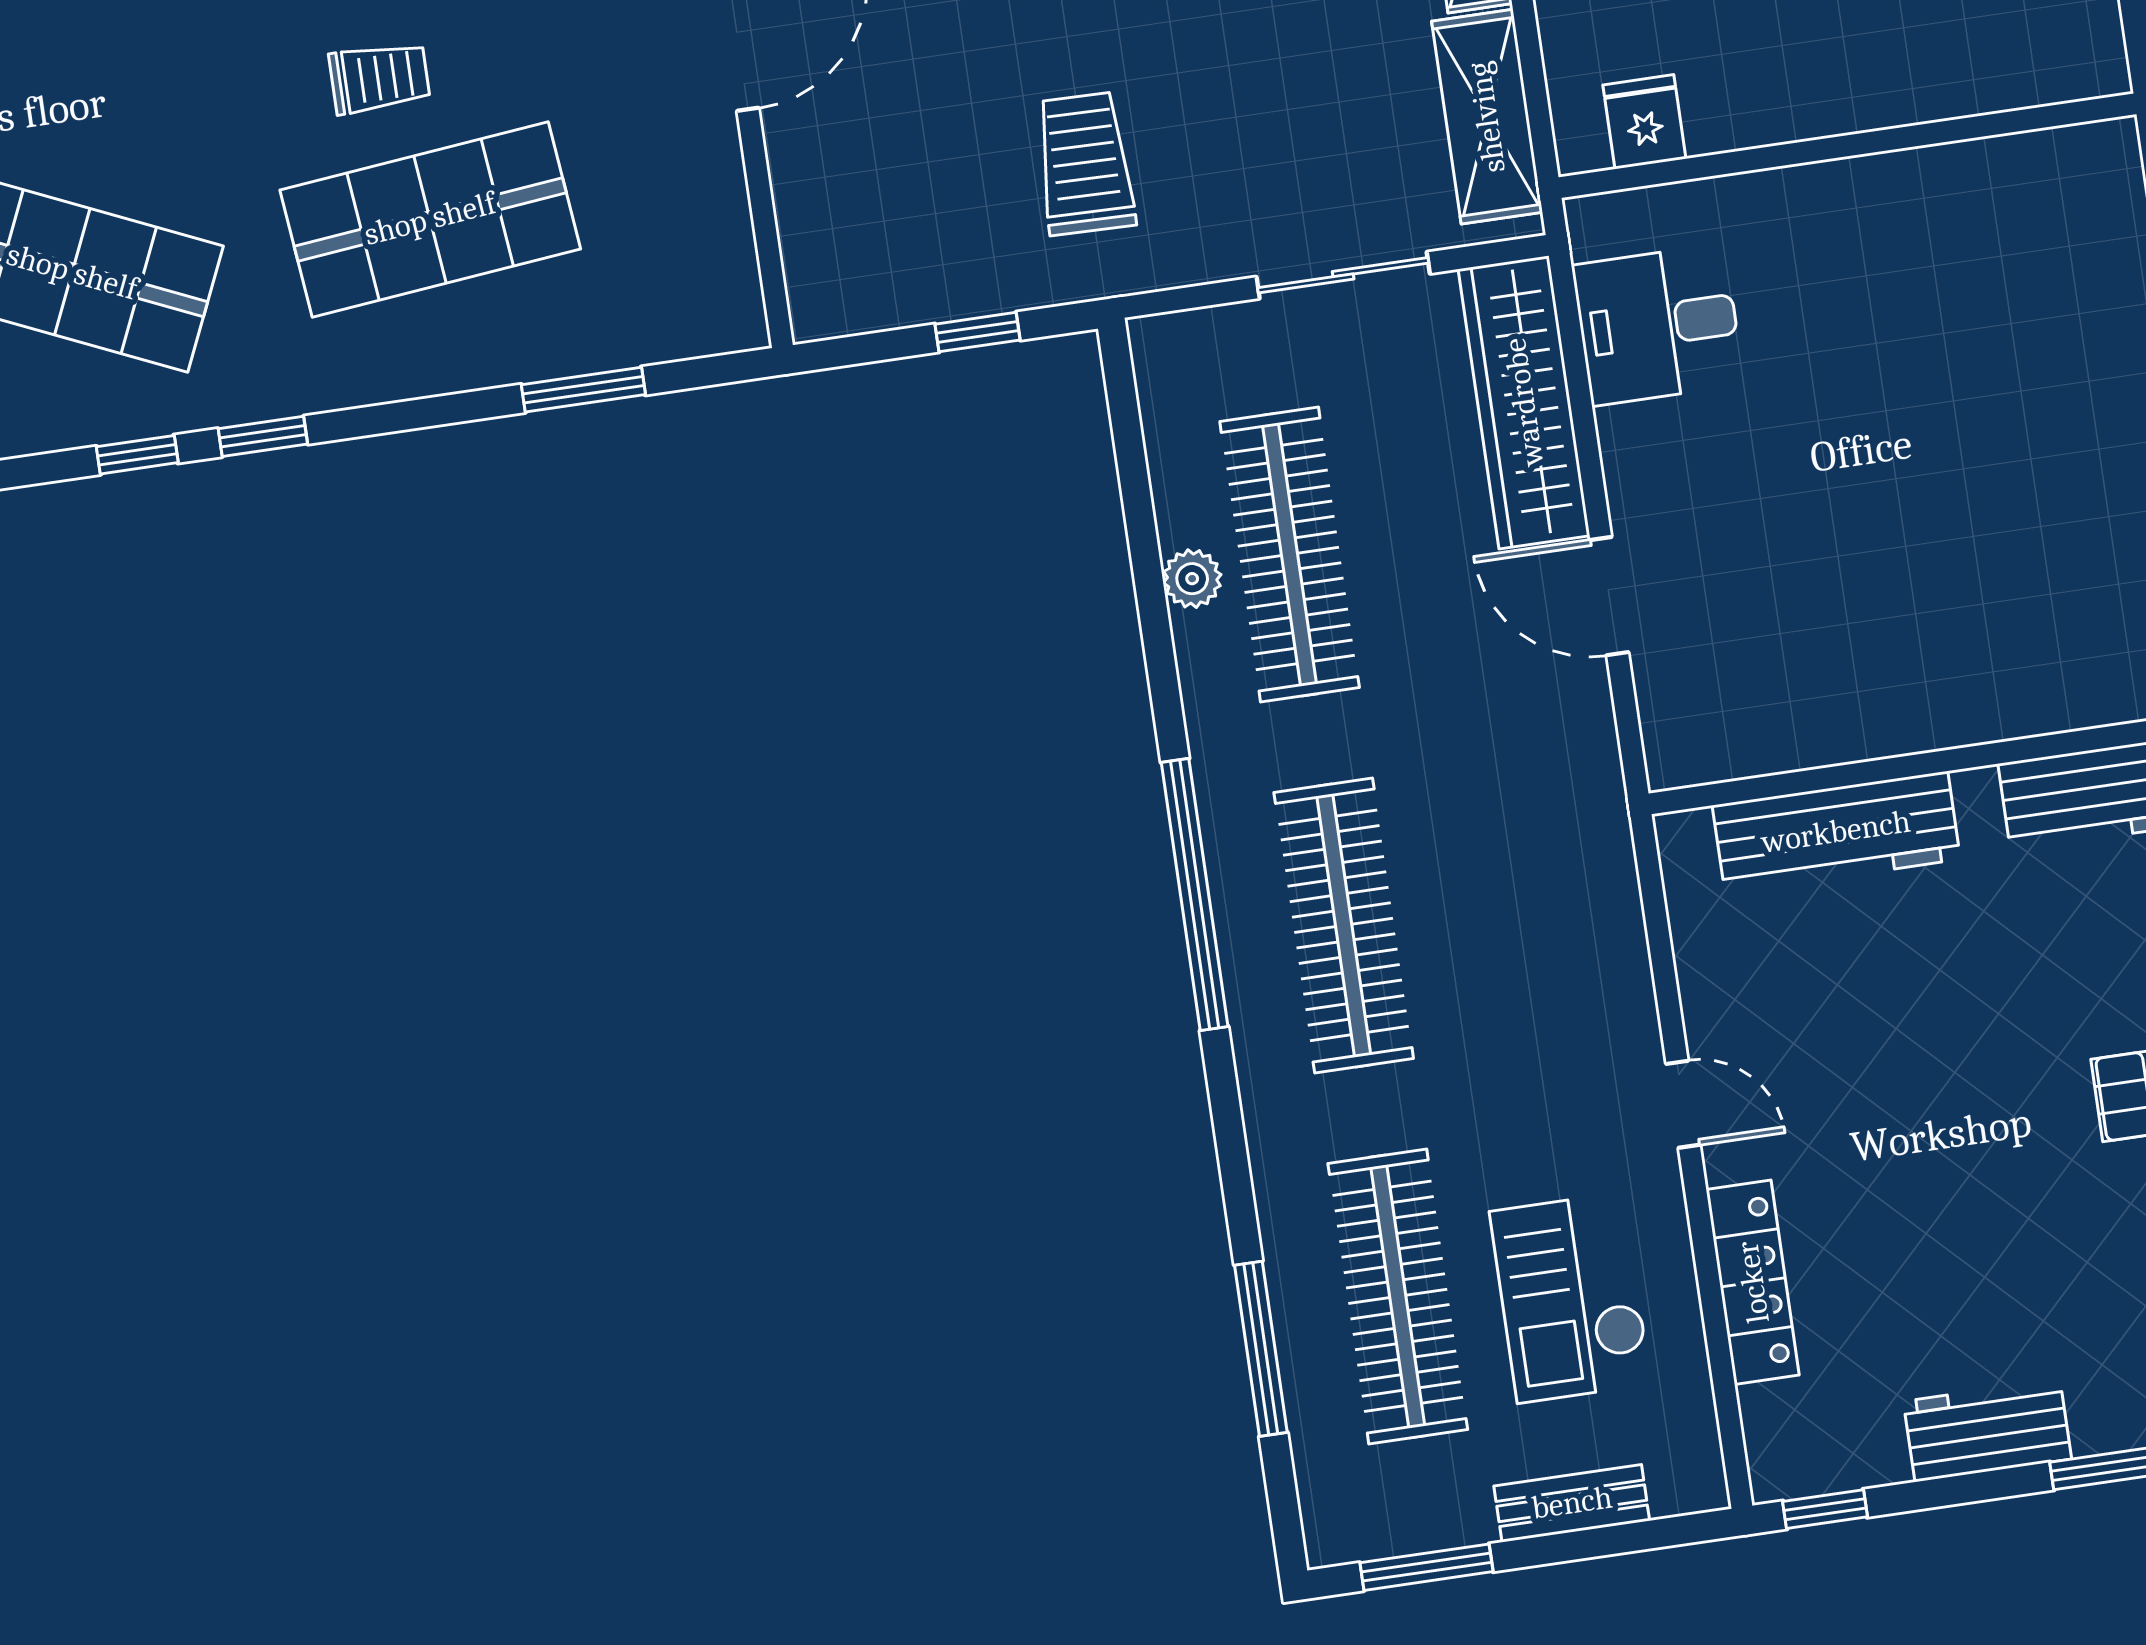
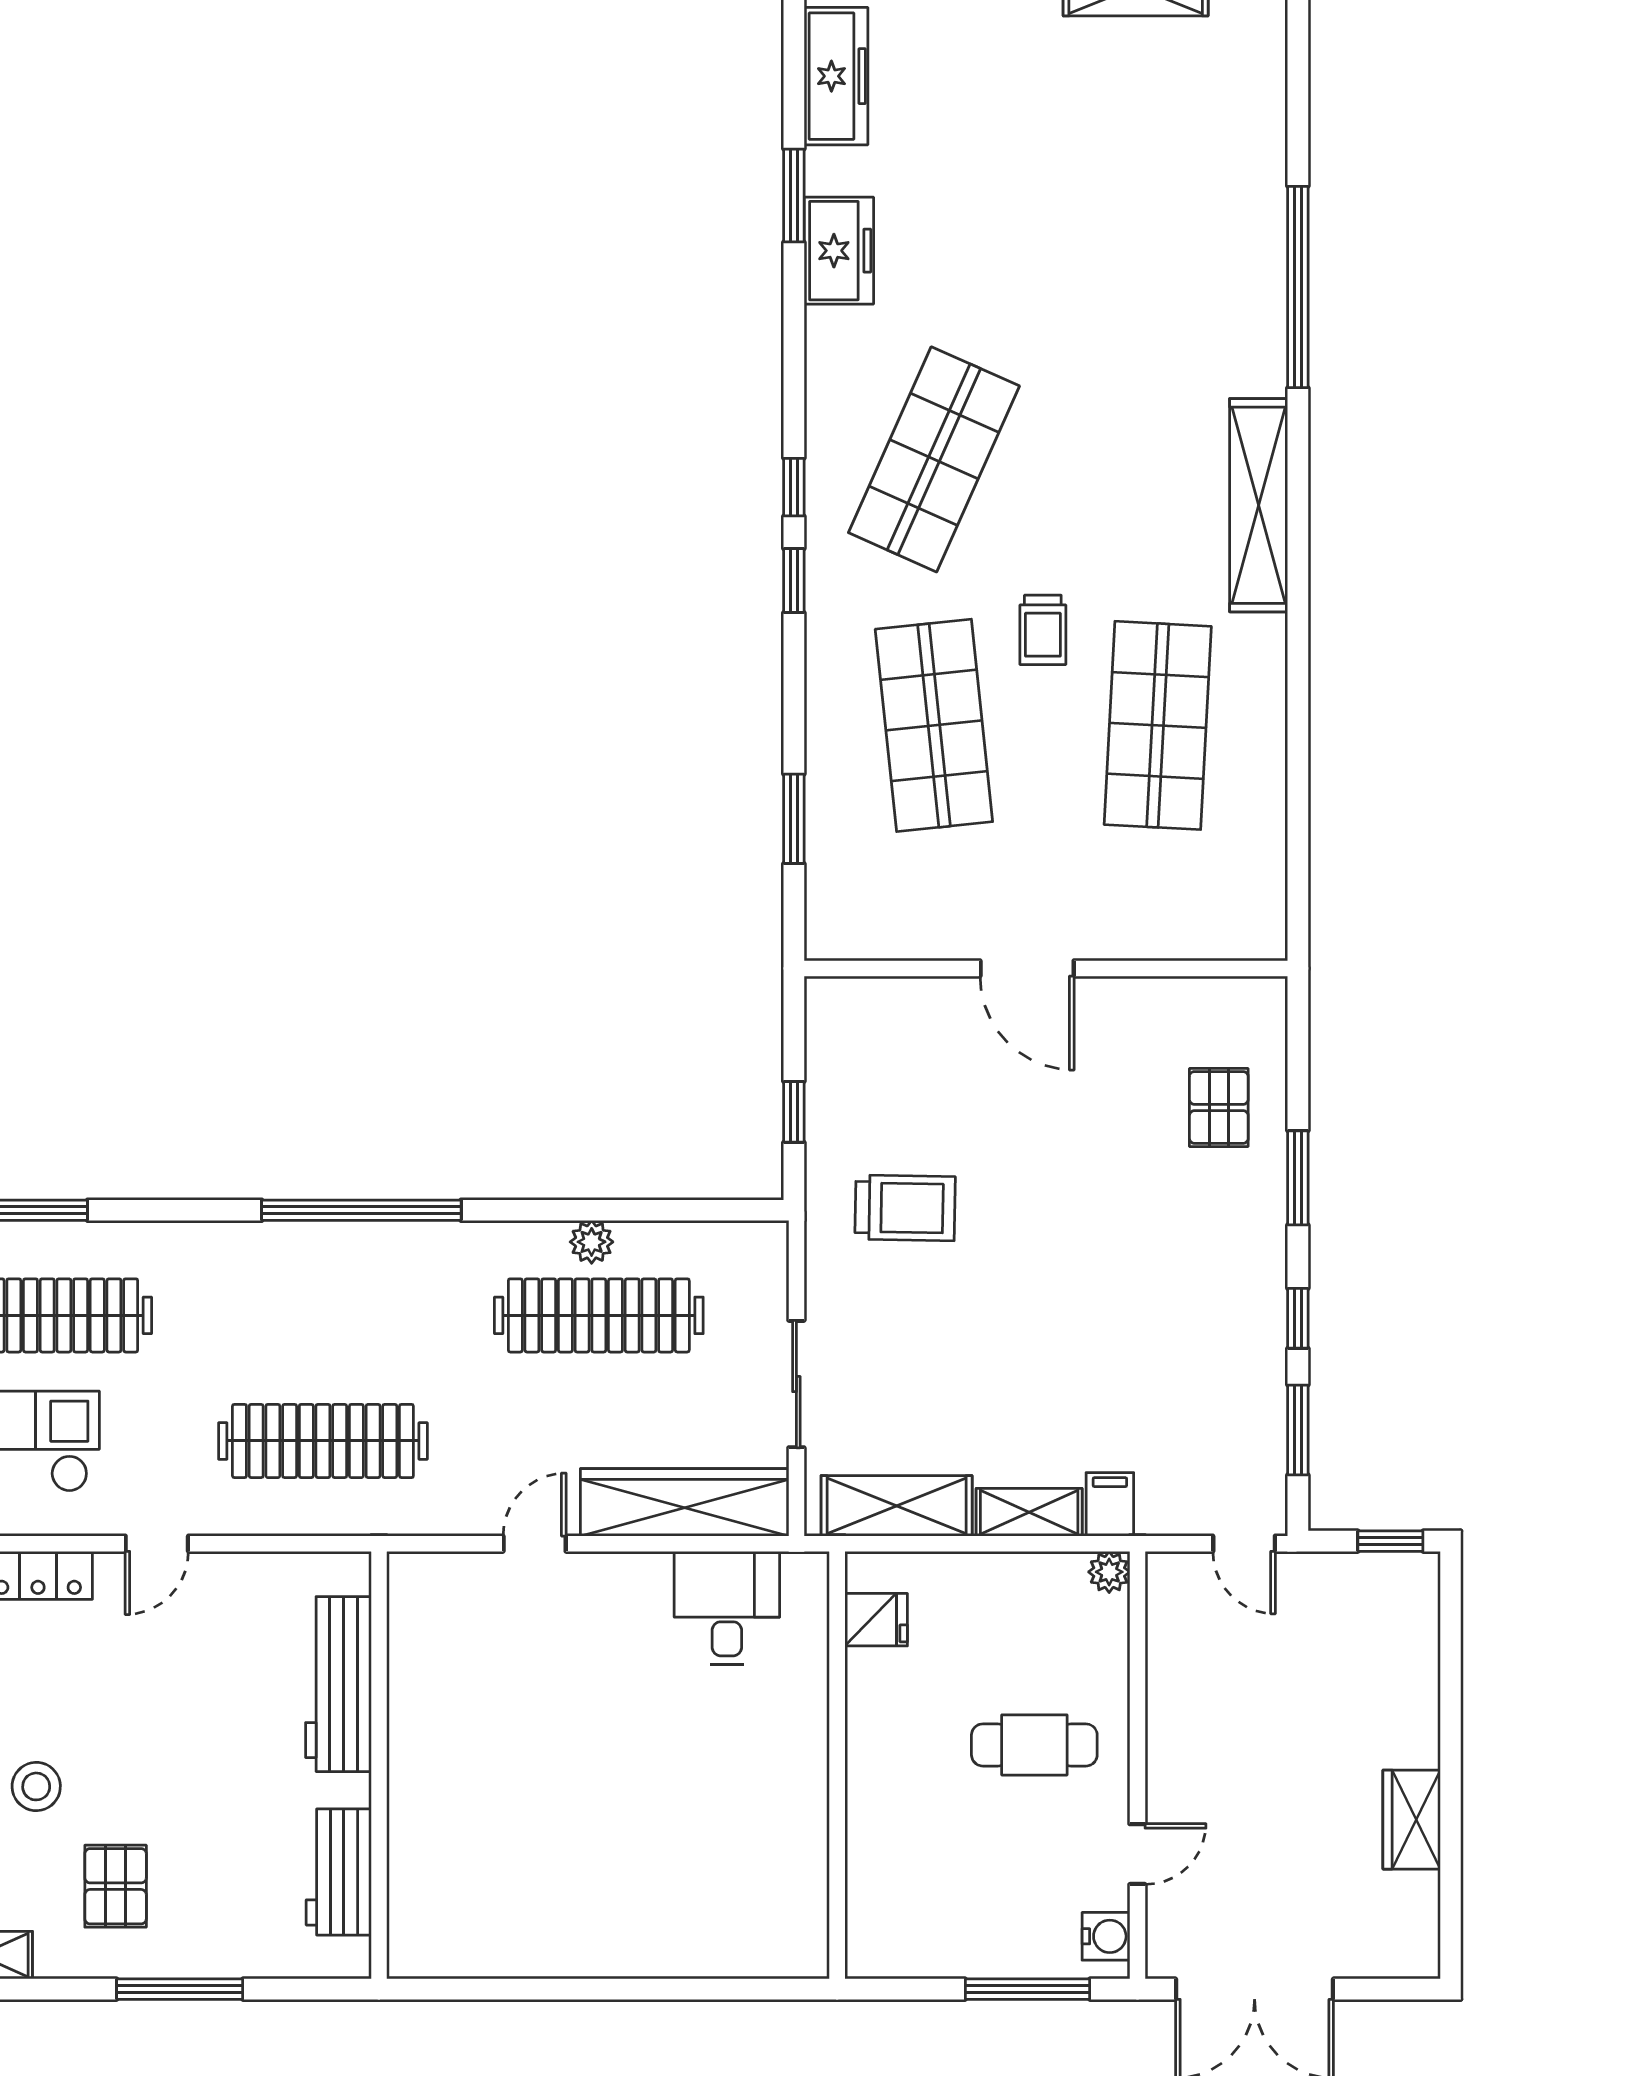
trolley: (379, 78) -> (1043, 630), moved
door: (1609, 596) -> (535, 1544), width x0.73
clothes rail: (1344, 926) -> (323, 1441), moved
stool: (2033, 1219) -> (36, 1786), added

